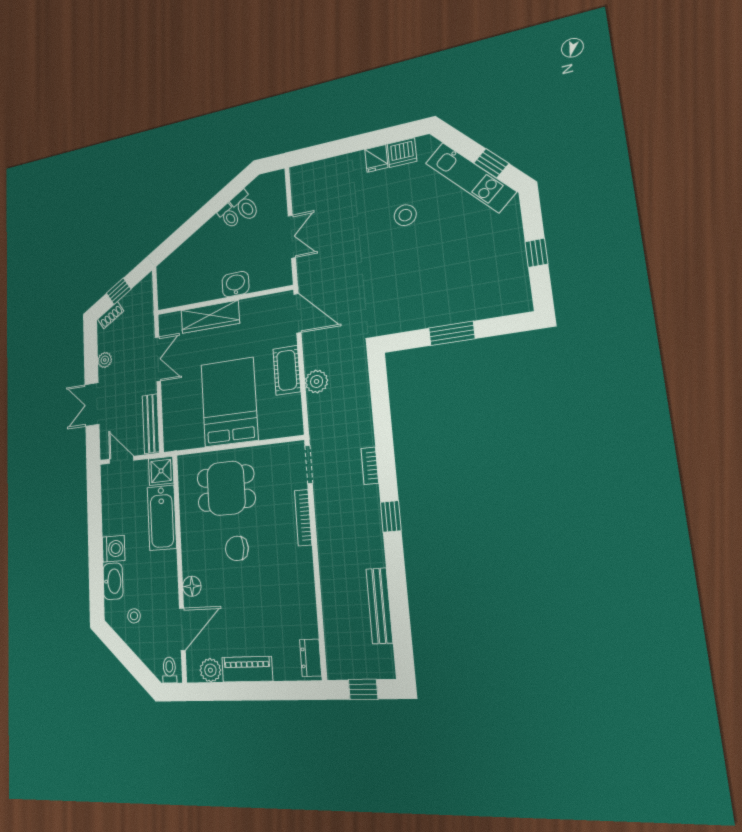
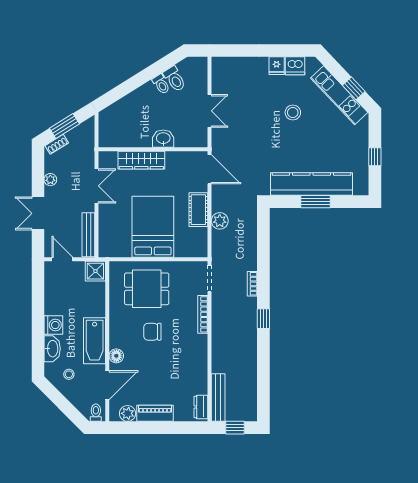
window: (119, 291) -> (64, 126), width x1.50
kitchen counter: (443, 309) -> (312, 184), added
bathtub: (162, 518) -> (95, 341), moved
bench: (379, 606) -> (218, 398), moved

